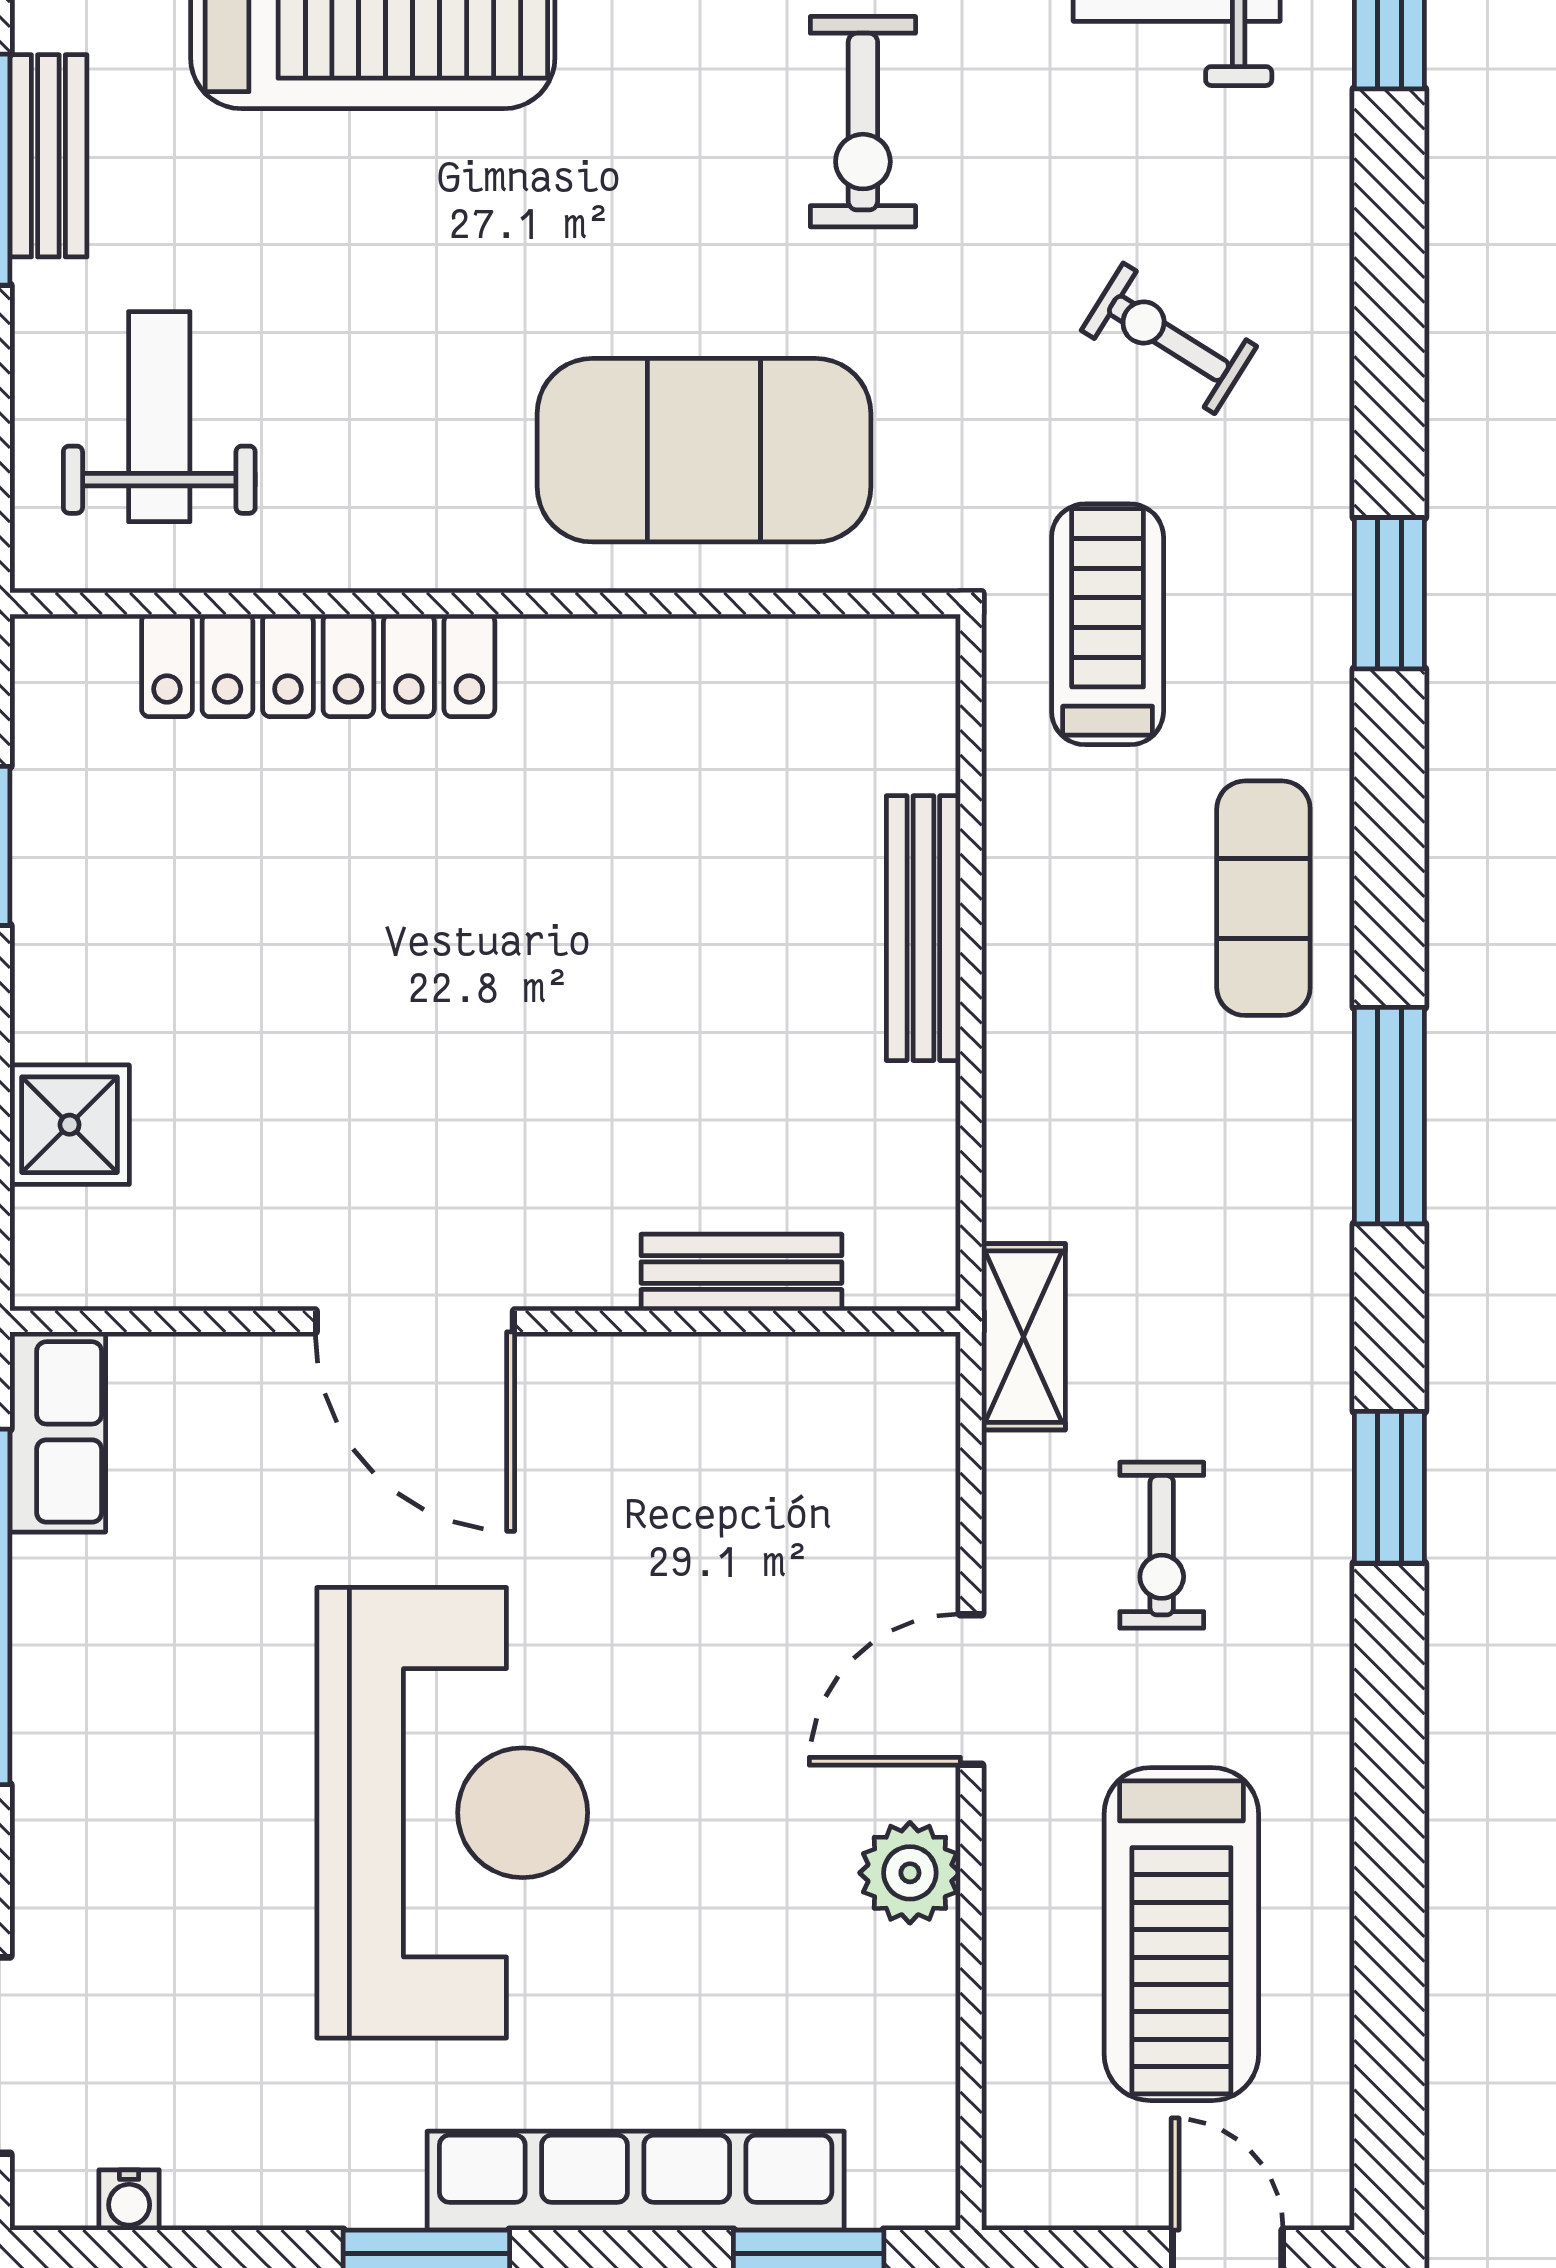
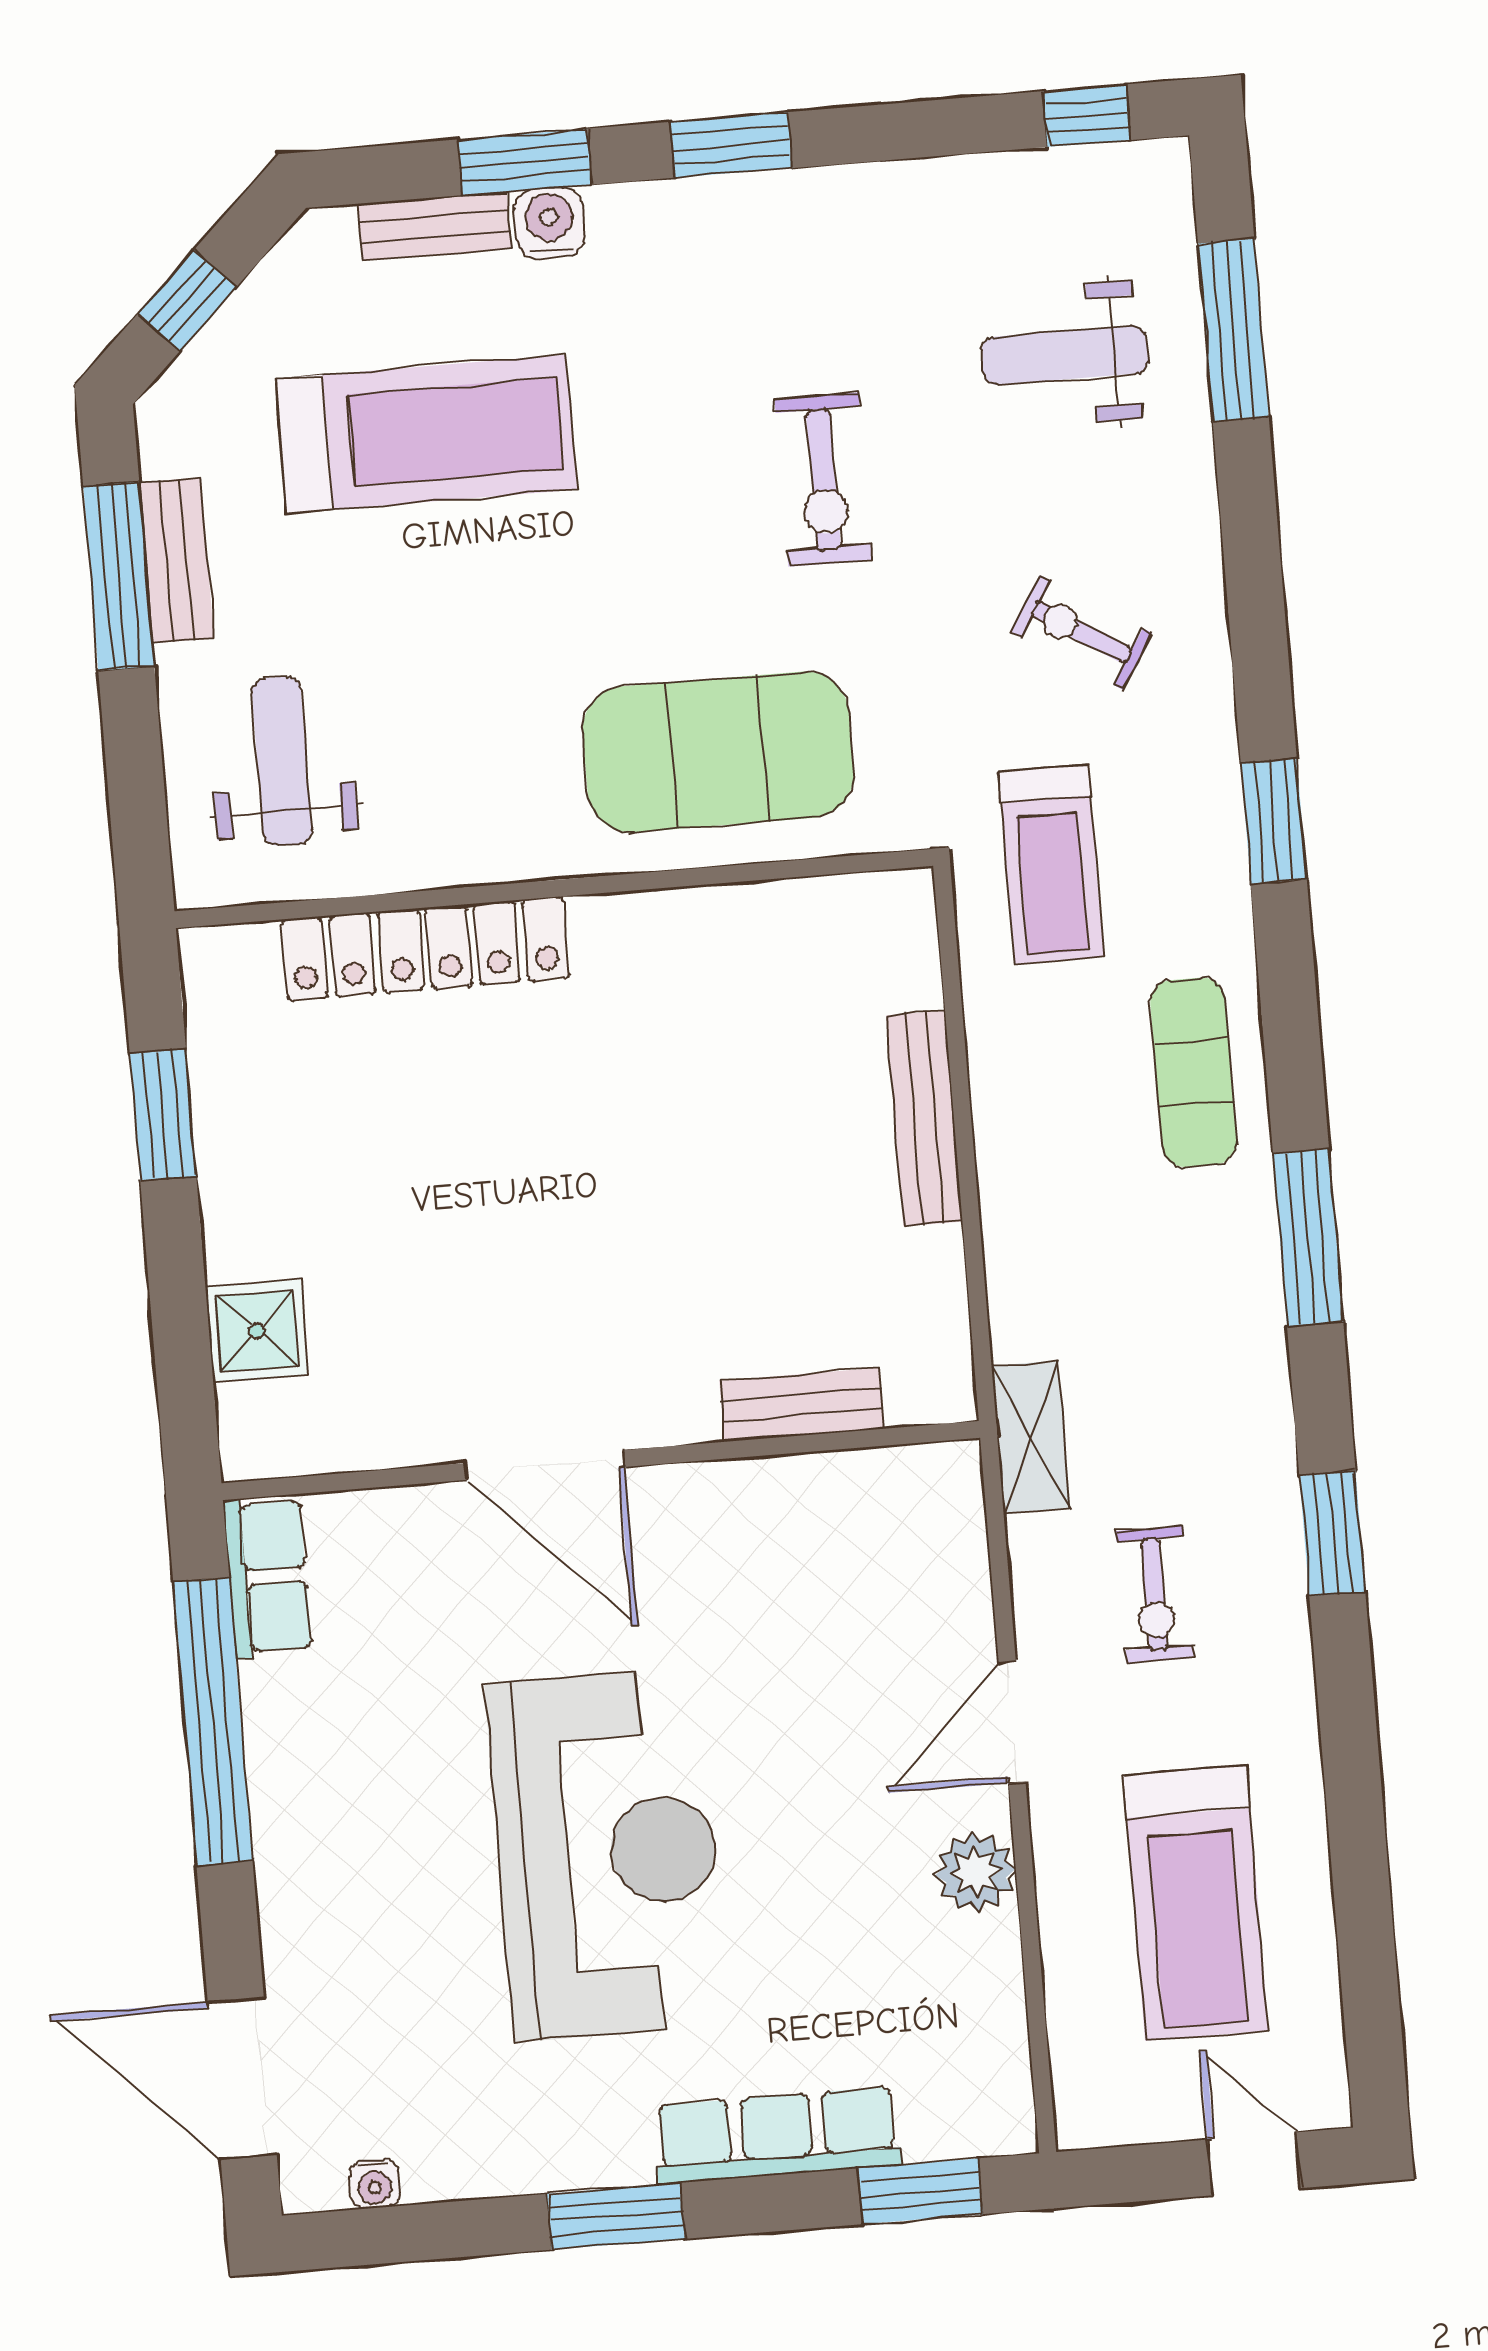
treadmill: (1108, 624) -> (1051, 864), turned 180
row of seats: (636, 2181) -> (777, 2135), width x0.73

